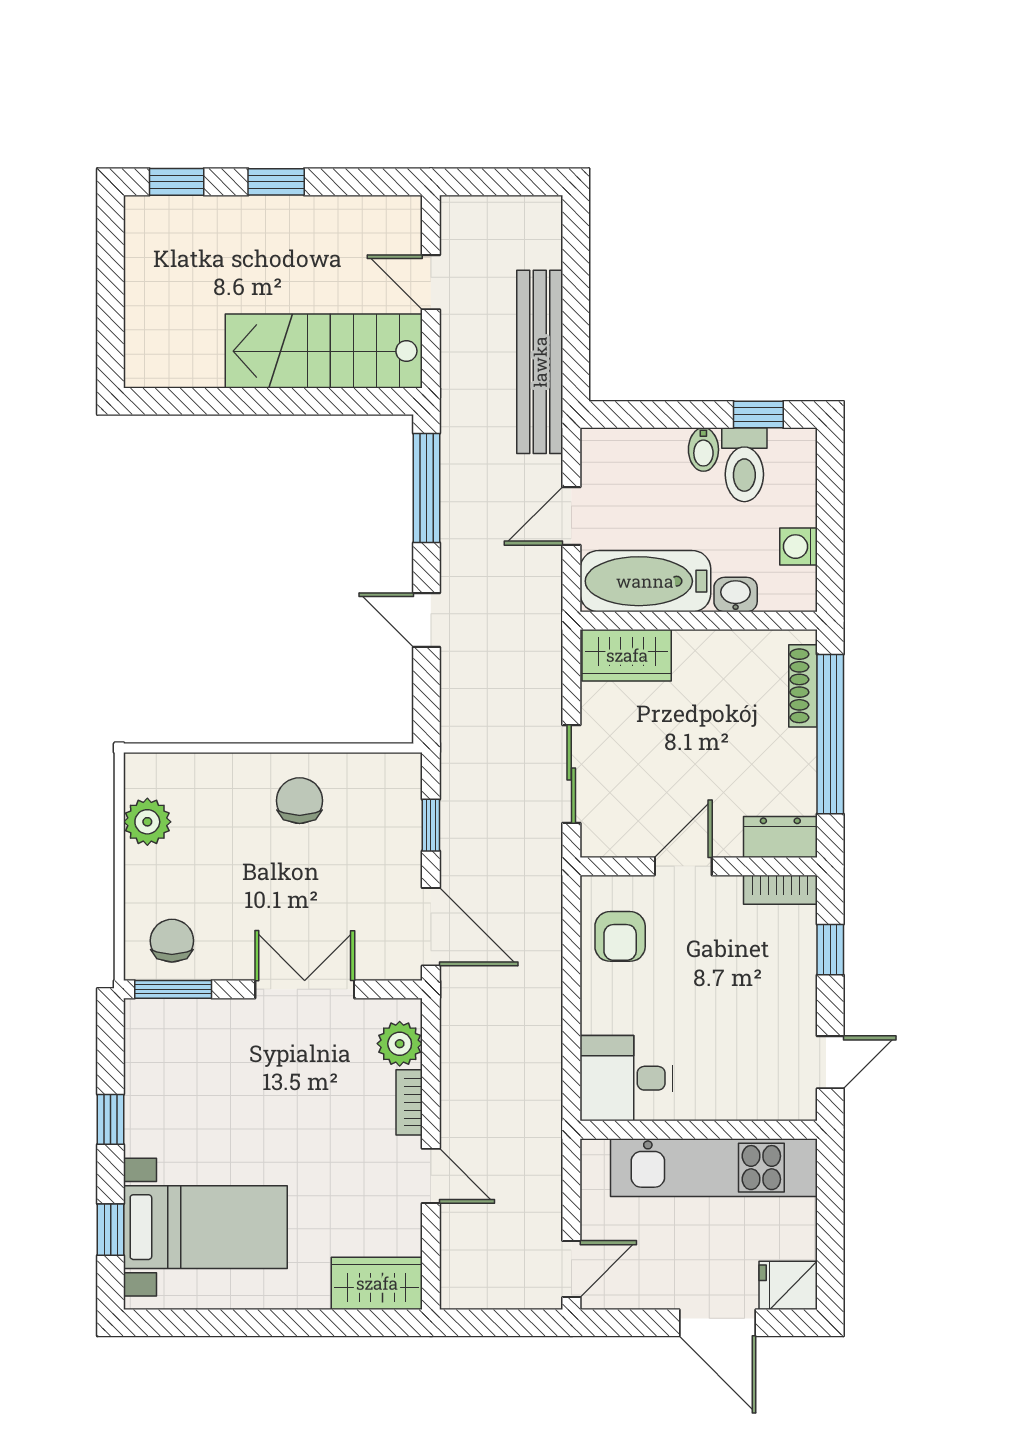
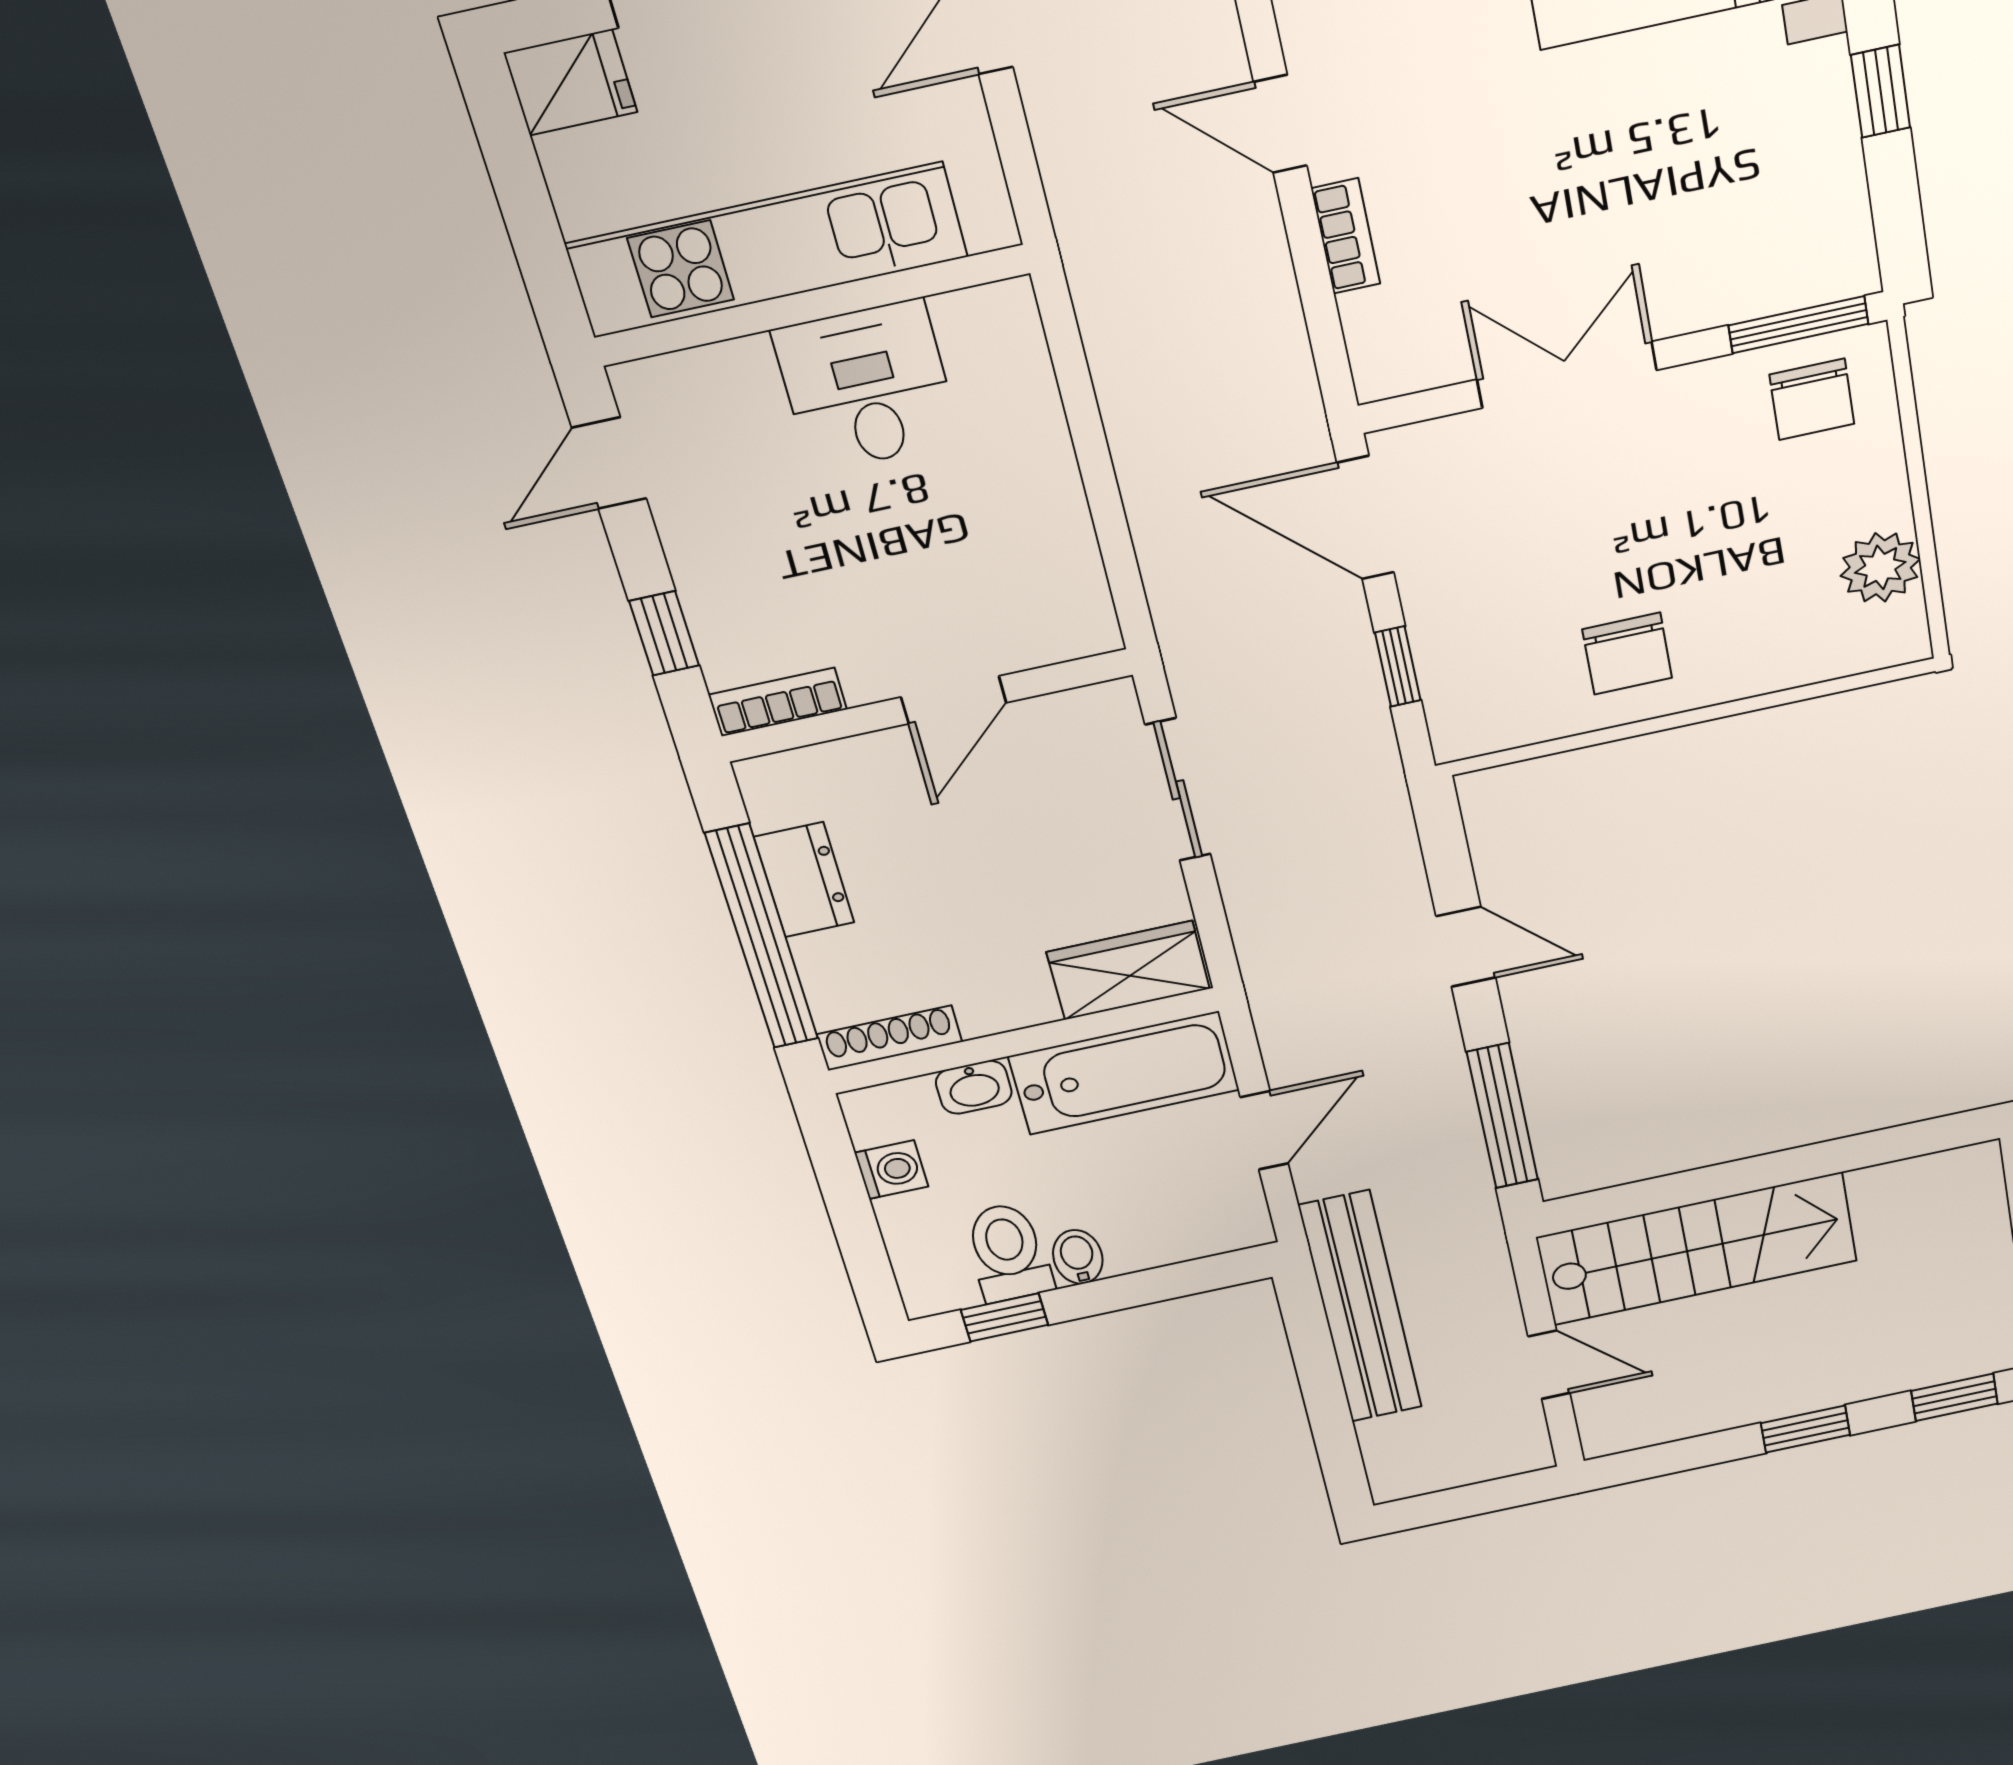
shoe rack: (803, 686) -> (889, 1038), moved, turned -90
dresser: (780, 837) -> (804, 880), moved, turned -90
armchair: (620, 936) -> (1034, 574), removed
double door: (305, 989) -> (1567, 375), swing flipped
plant: (400, 1044) -> (1382, 326), removed
desk: (626, 1078) -> (867, 386), moved, turned -90

